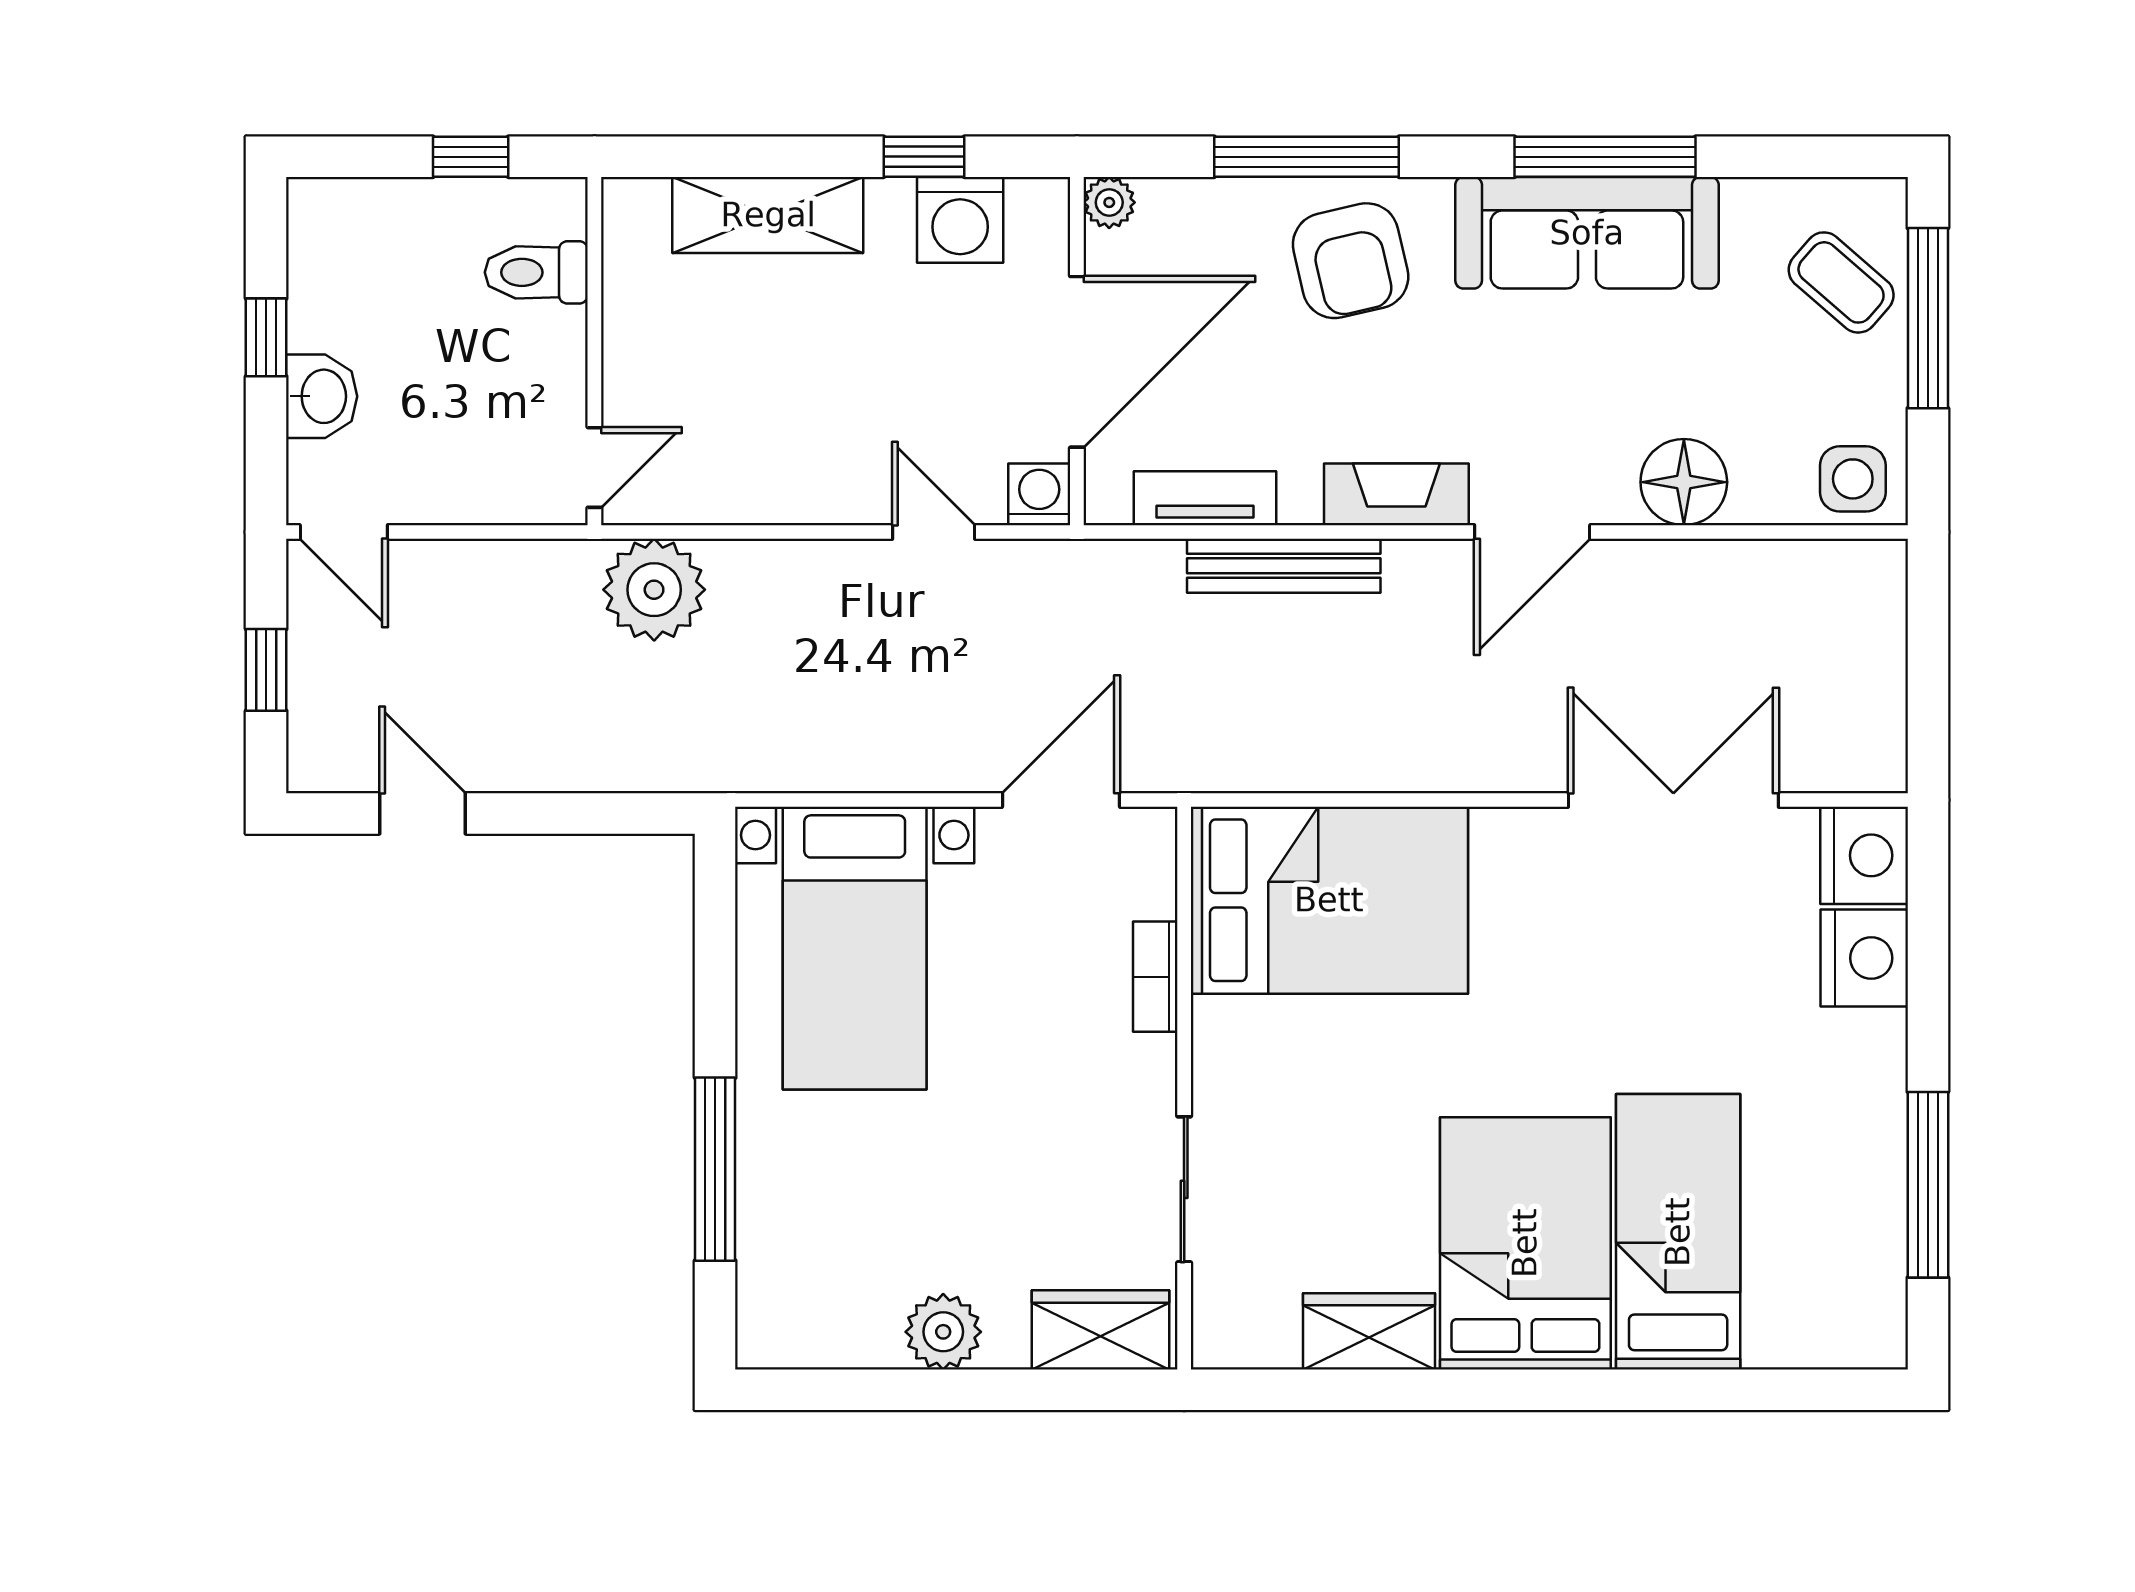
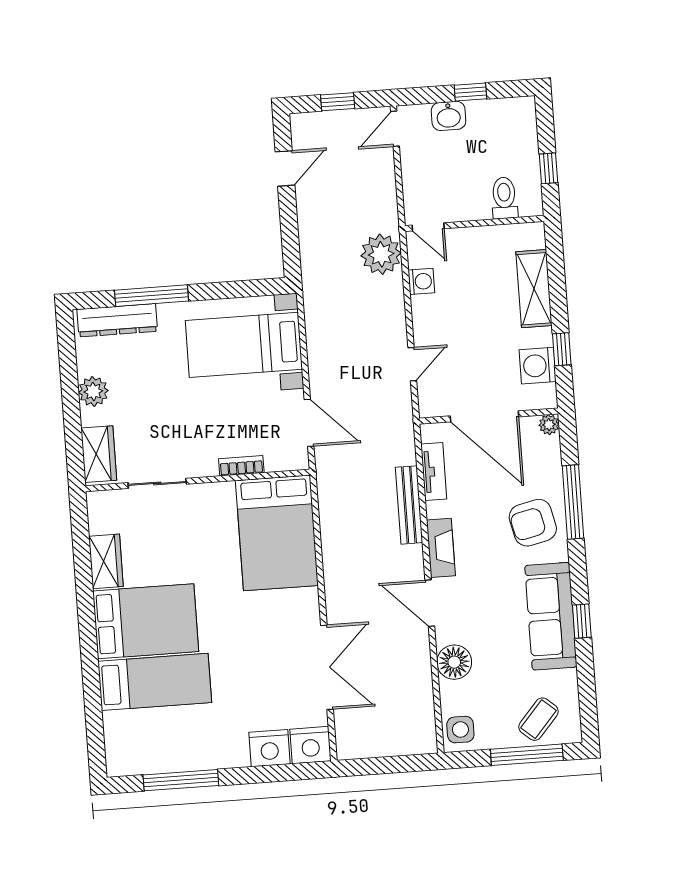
window: (1605, 157) -> (582, 621), width x0.46
washing machine: (1039, 494) -> (421, 281), moved
dresser: (770, 1259) -> (117, 320), added

